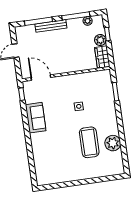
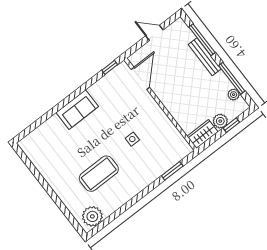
sofa: (36, 118) -> (77, 110), moved
plant: (113, 143) -> (92, 216), moved

